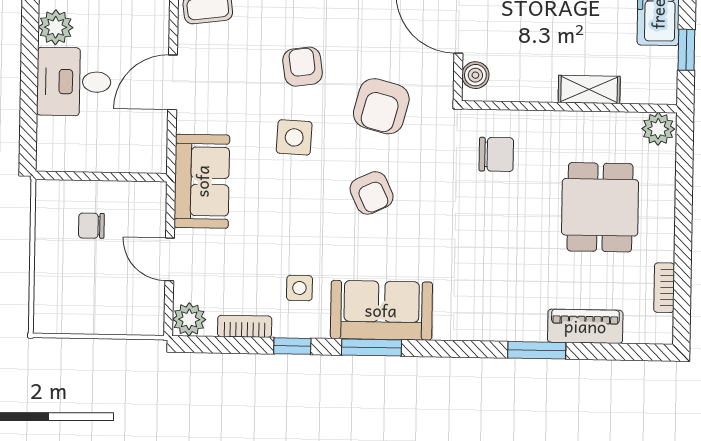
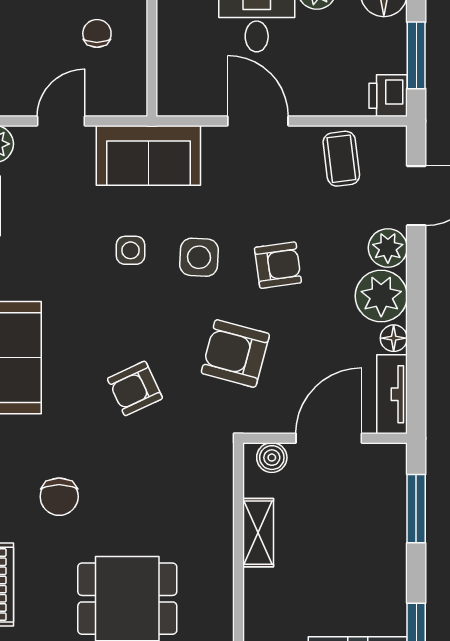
shelving: (589, 89) -> (258, 533), moved
chair: (496, 154) -> (59, 497), moved
armchair: (372, 193) -> (135, 388), moved
side table: (299, 288) -> (131, 250), moved

